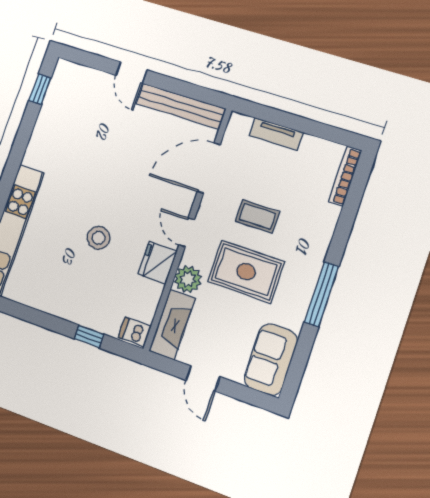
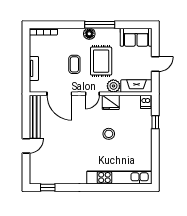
floor lamp: (310, 267) -> (89, 34), added

